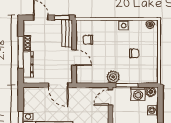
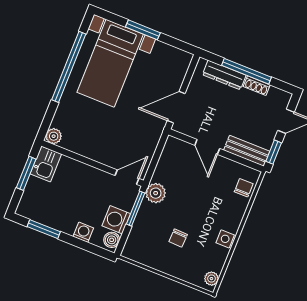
chair: (88, 40) -> (244, 188), moved
door: (74, 58) -> (207, 147), hinge flipped
door: (111, 98) -> (127, 177), hinge flipped

